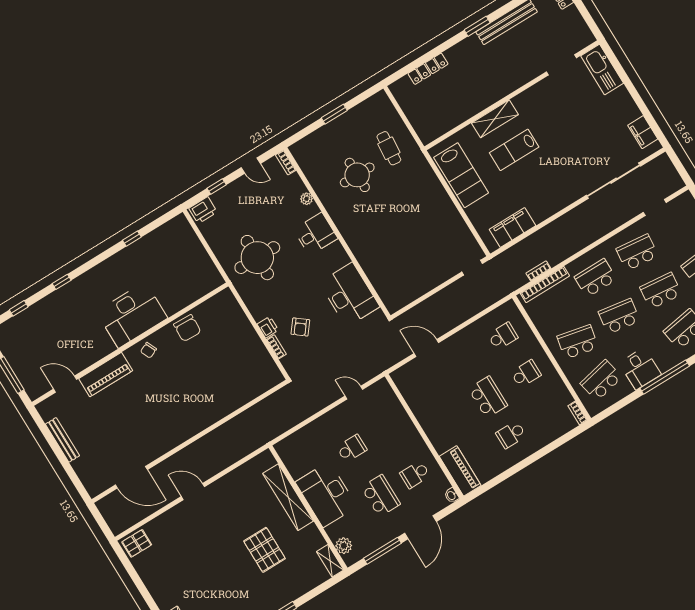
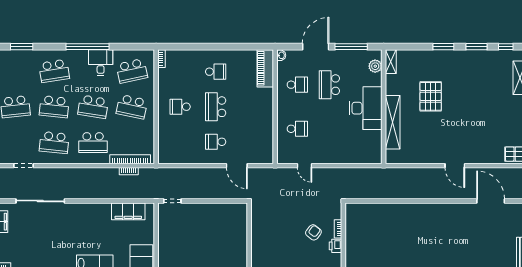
desk: (349, 295) -> (267, 234), removed
school desk: (503, 336) -> (216, 142), moved
school desk: (352, 448) -> (297, 129), moved, turned 180

